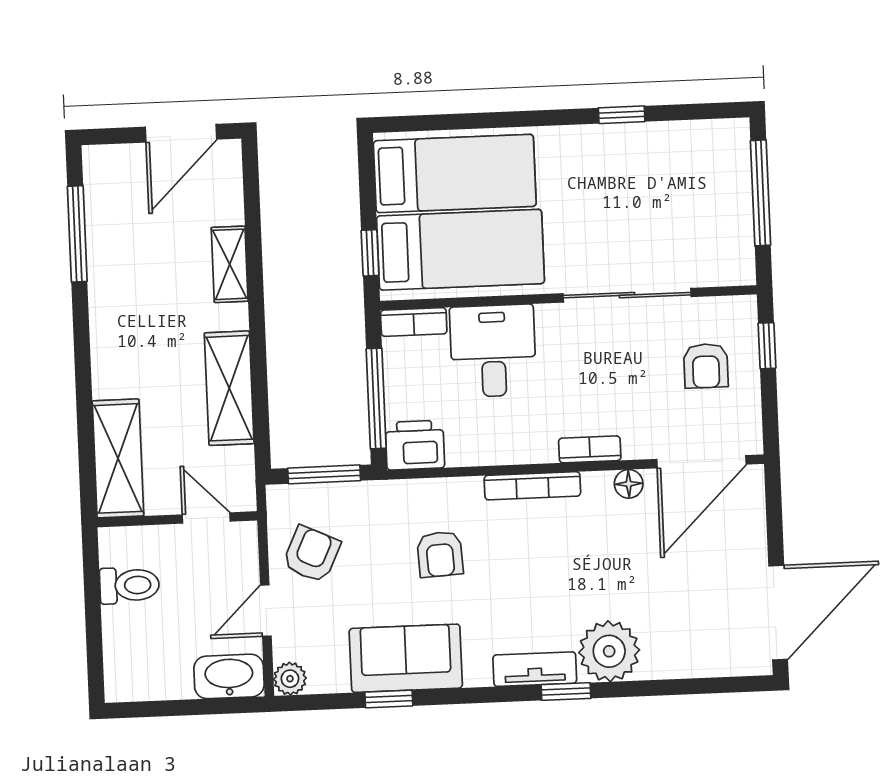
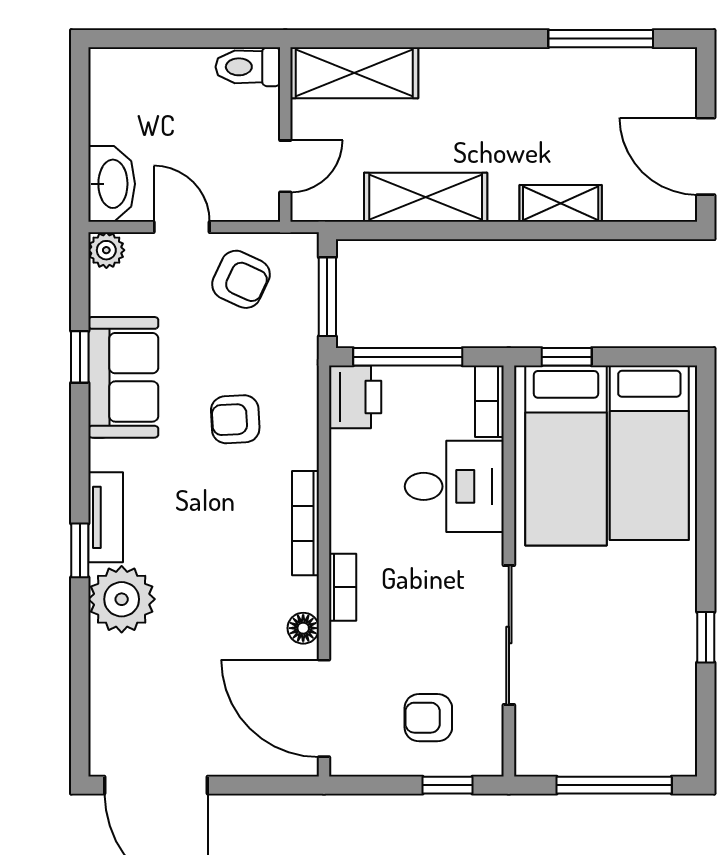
toilet: (129, 585) -> (248, 67), moved, turned 90

